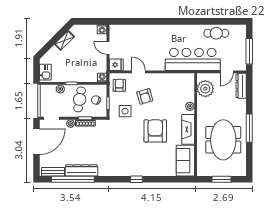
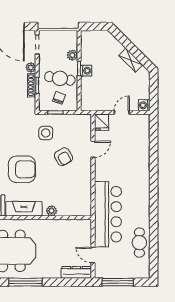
kitchen sink: (45, 72) -> (93, 37), removed
washing machine: (102, 78) -> (86, 71), moved
armchair: (119, 85) -> (77, 126), removed
plant: (205, 89) -> (73, 229), removed
armchair: (145, 96) -> (63, 157), turned -105

